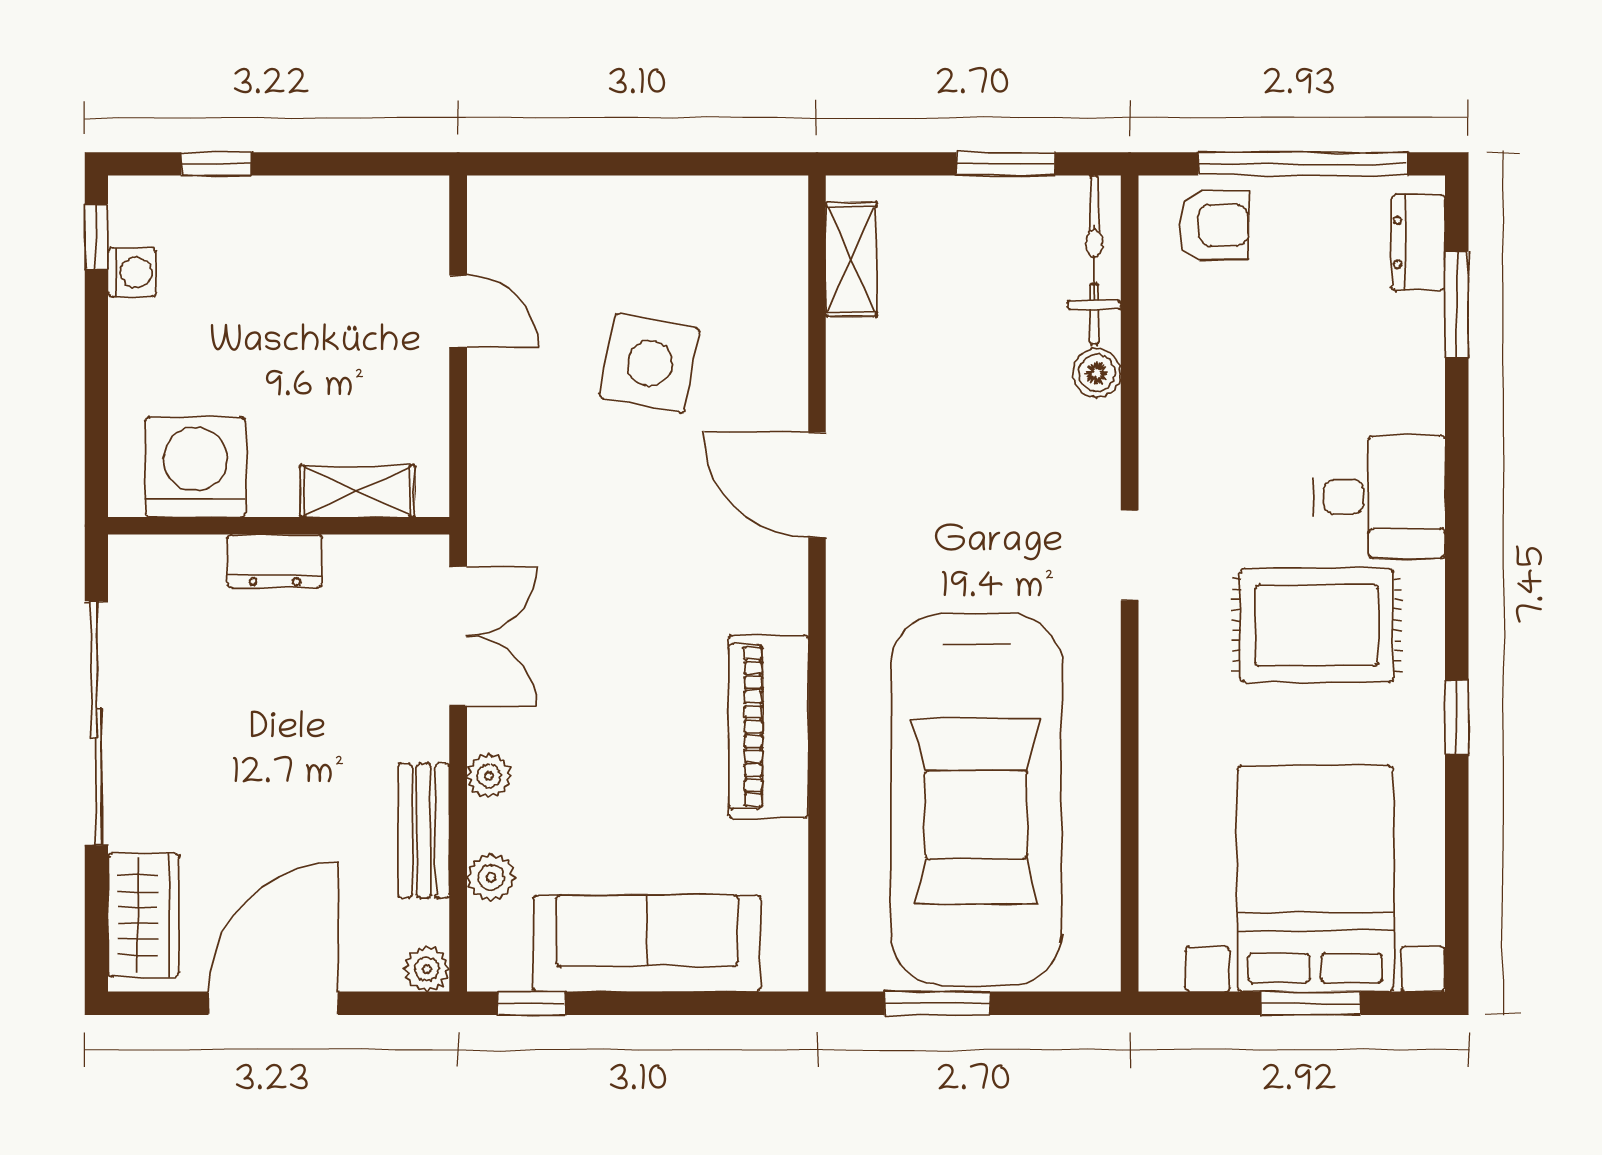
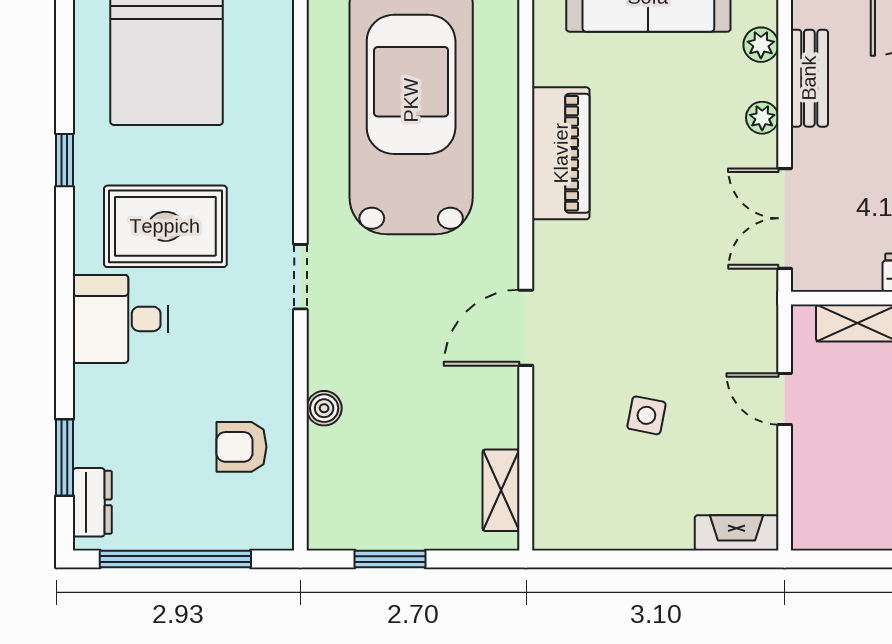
fireplace: (525, 200) -> (737, 533), added
armchair: (1214, 225) -> (241, 447), moved
bicycle: (1094, 260) -> (326, 490), removed
door: (458, 311) -> (785, 399), moved
side table: (650, 363) -> (646, 415), width x0.54, depth x0.54
door: (817, 485) -> (526, 328), swing flipped

